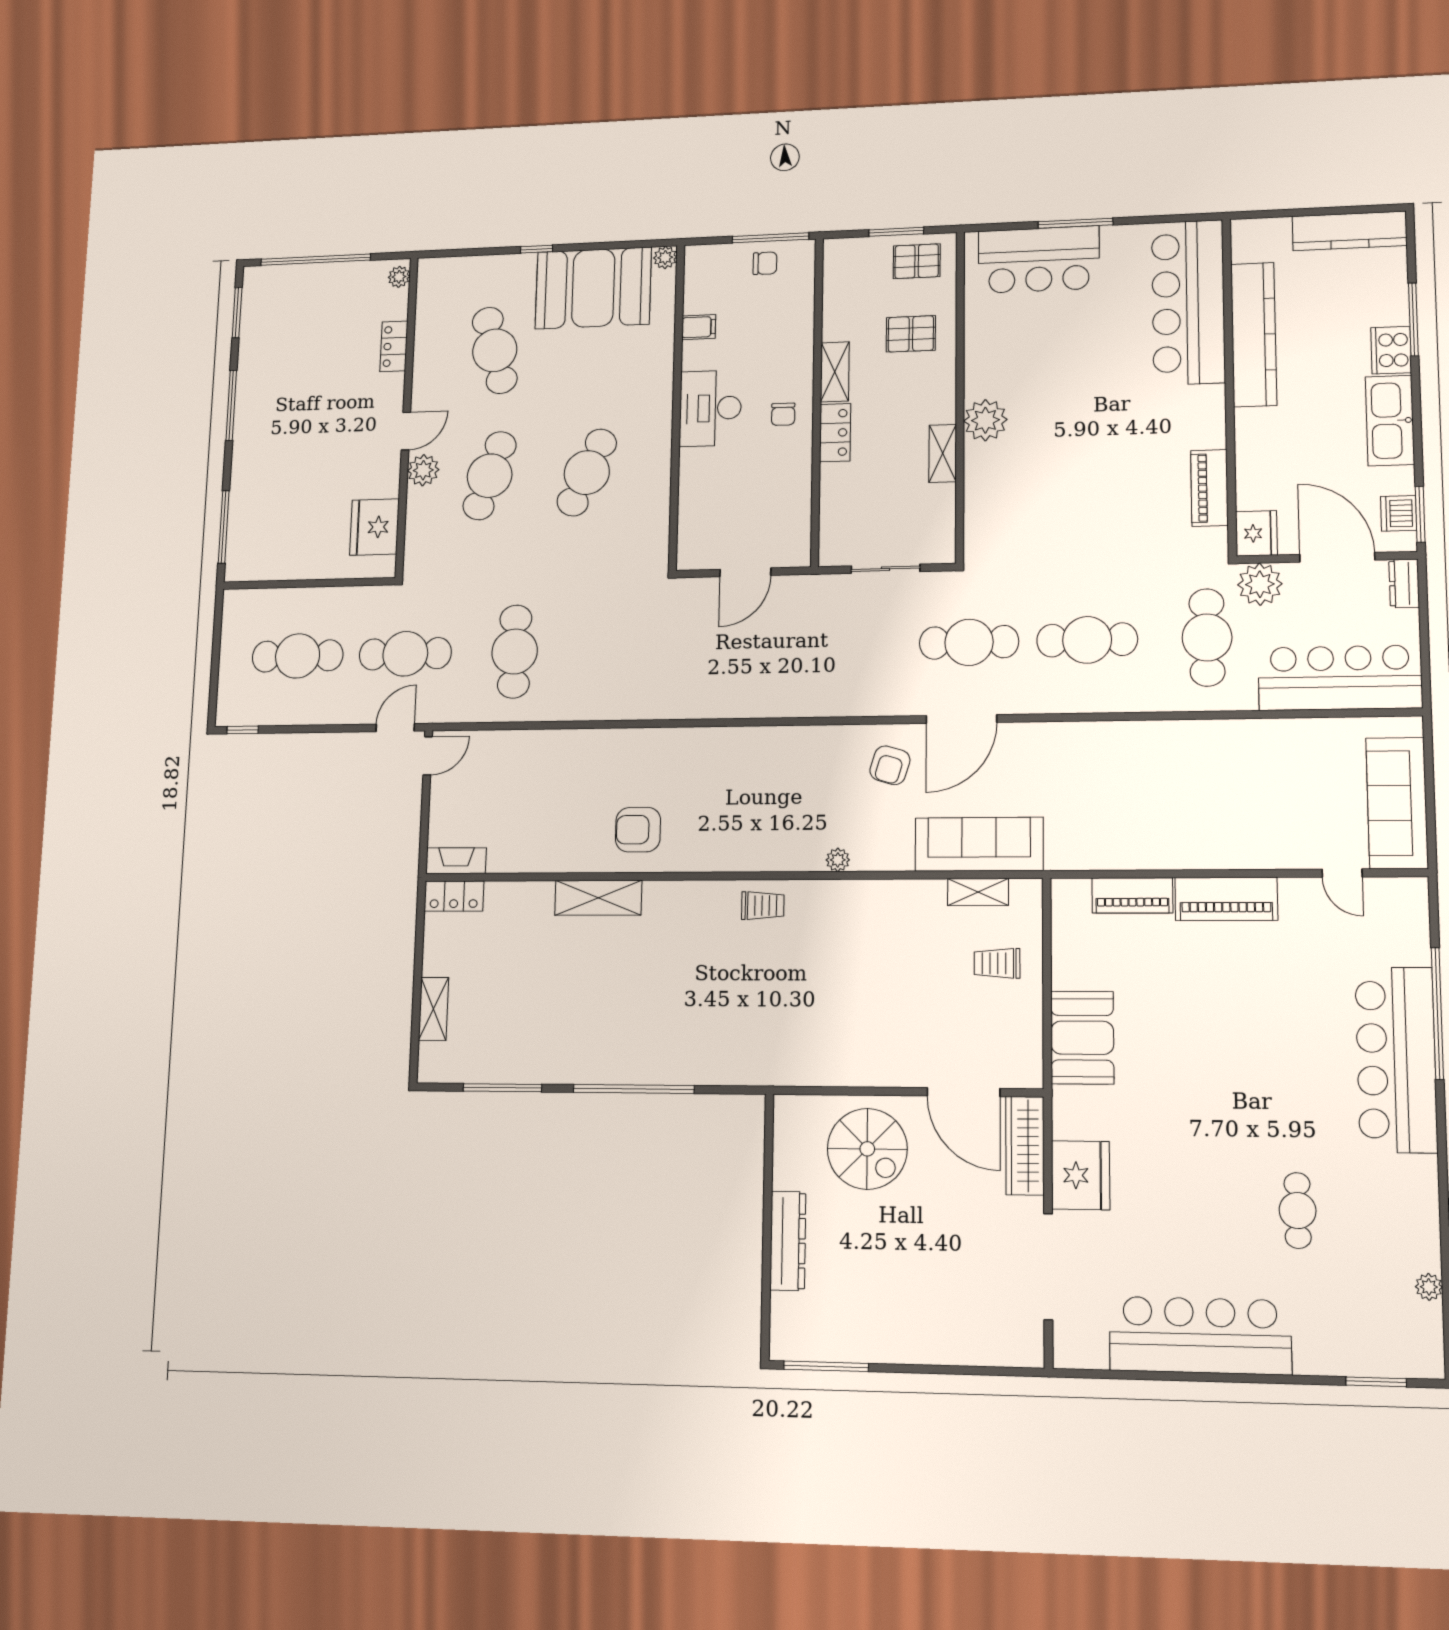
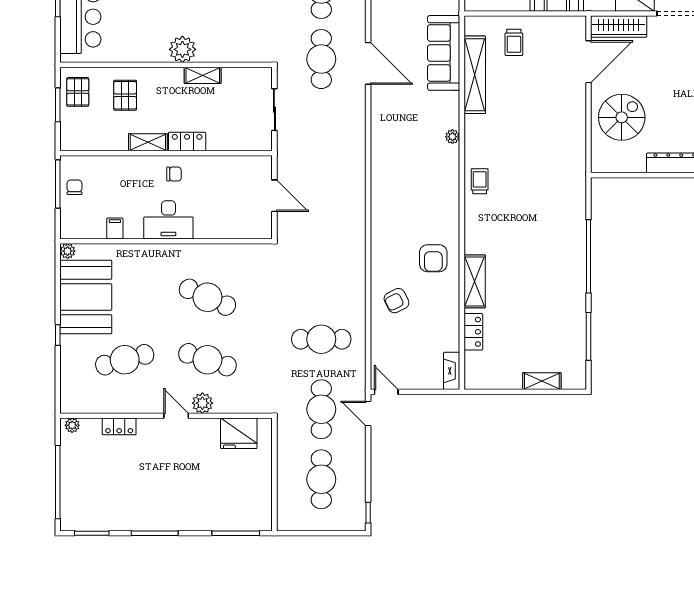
armchair: (890, 765) -> (396, 301), moved, turned 136
shelving: (978, 892) -> (475, 75), width x2.20, depth x1.33
locker: (454, 896) -> (473, 332), moved

